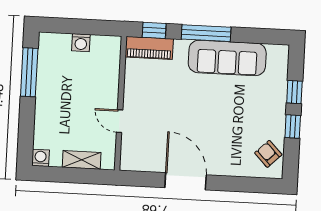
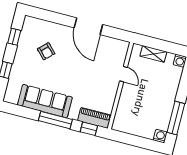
washing machine: (81, 43) -> (160, 136), moved
window: (293, 126) -> (14, 37), moved
armchair: (268, 154) -> (46, 51), moved

